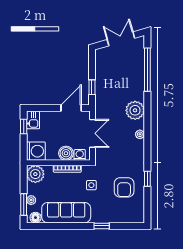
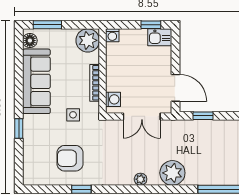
washing machine: (36, 151) -> (112, 35), width x0.53, depth x0.53
boiler: (66, 153) -> (115, 81), removed
plant: (31, 200) -> (53, 35), removed

